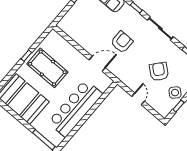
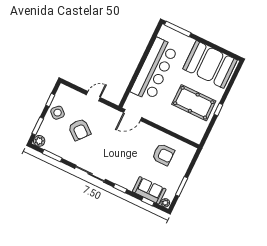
armchair: (122, 42) -> (163, 155), moved, turned -90
door: (97, 64) -> (133, 115), moved
door: (138, 99) -> (93, 96), swing flipped

